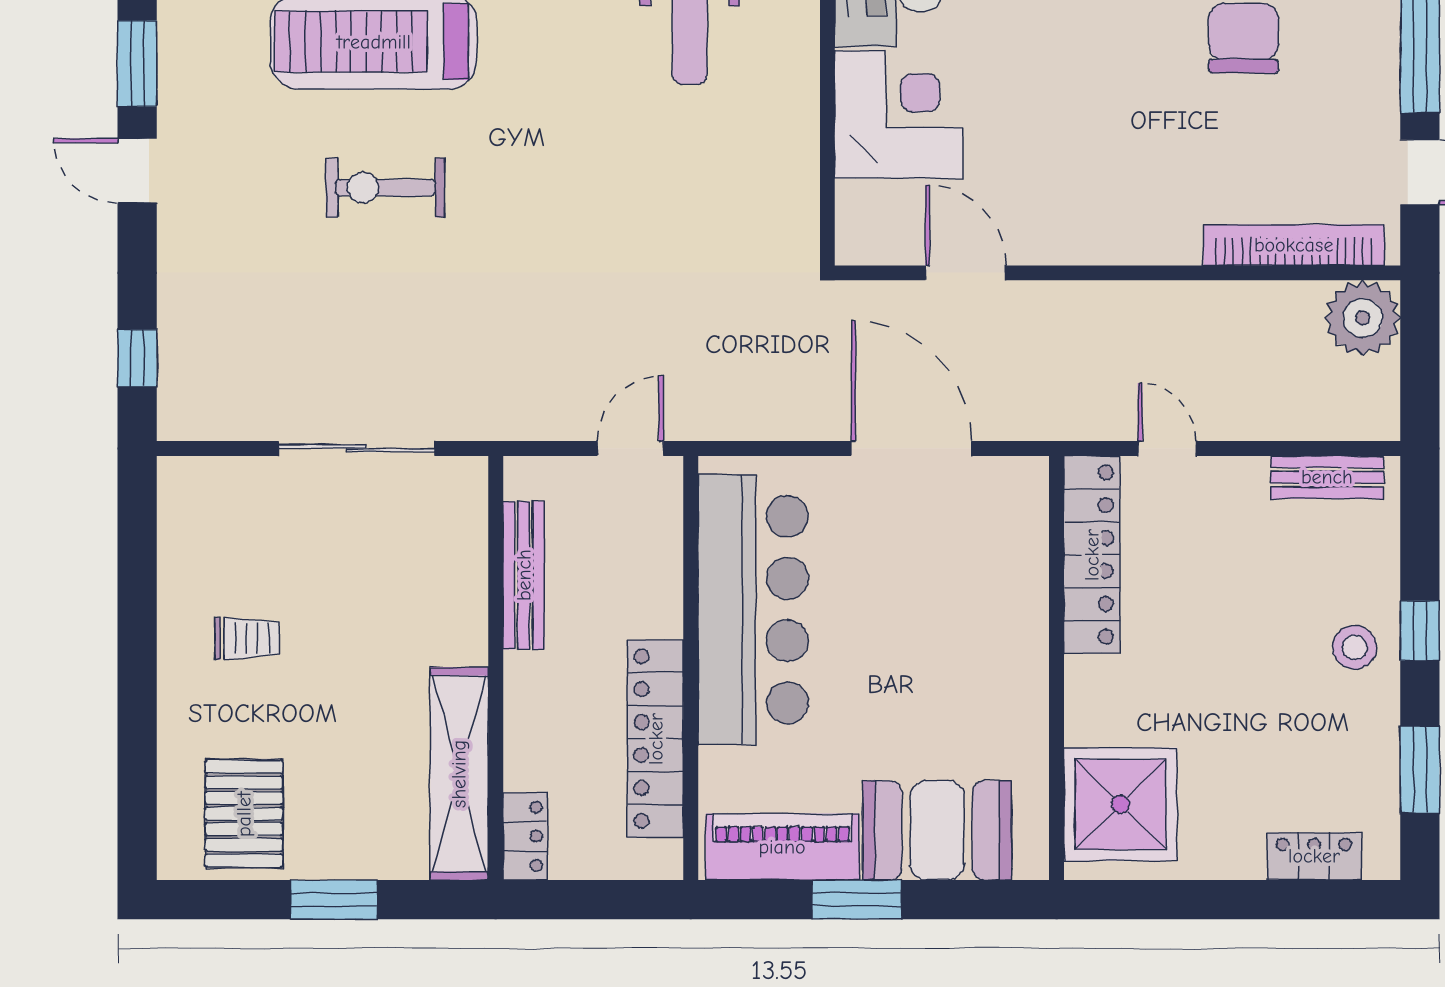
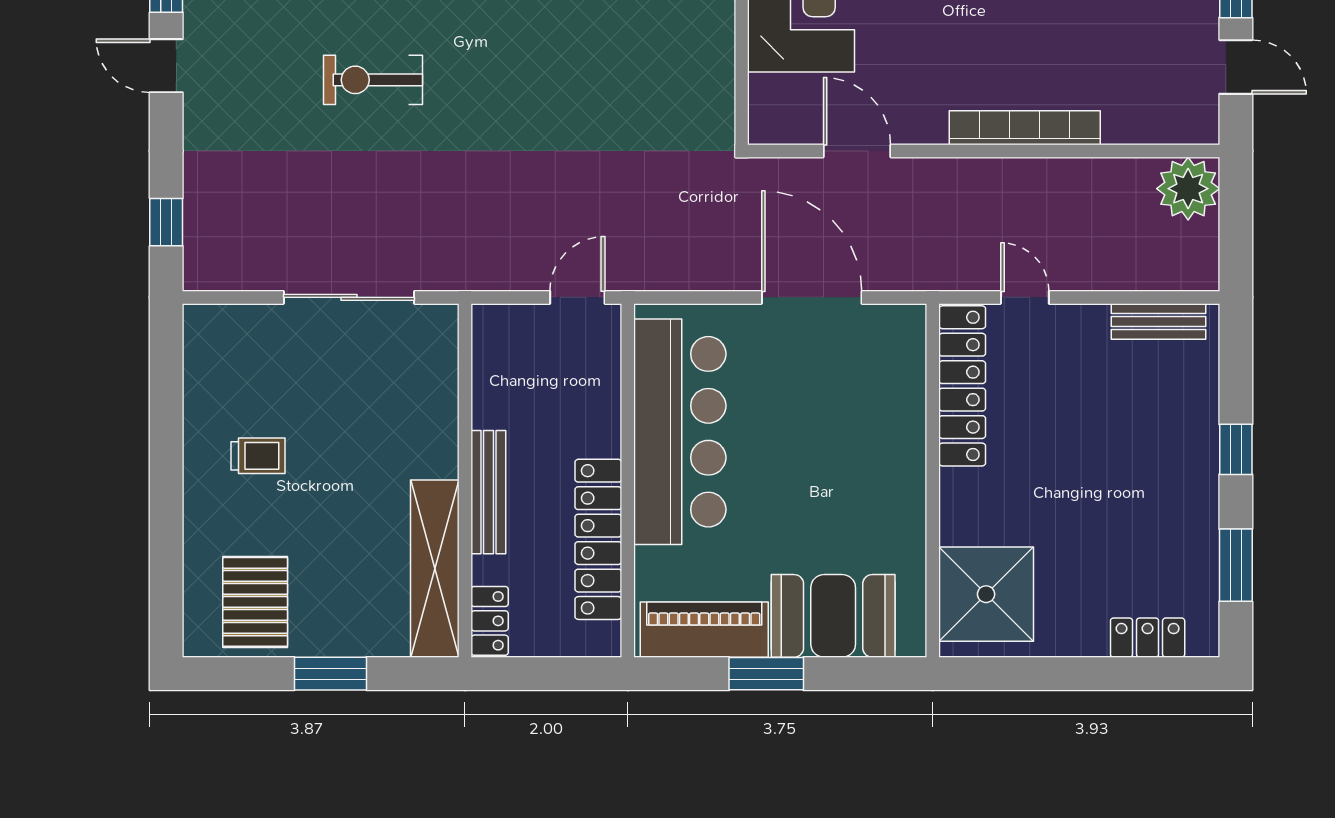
bookcase: (1294, 245) -> (1025, 128), moved
bench: (524, 575) -> (488, 492), moved
stool: (1355, 647) -> (1181, 463), removed

